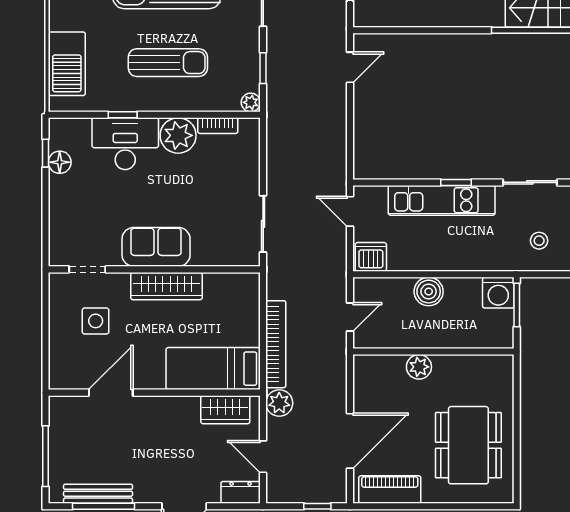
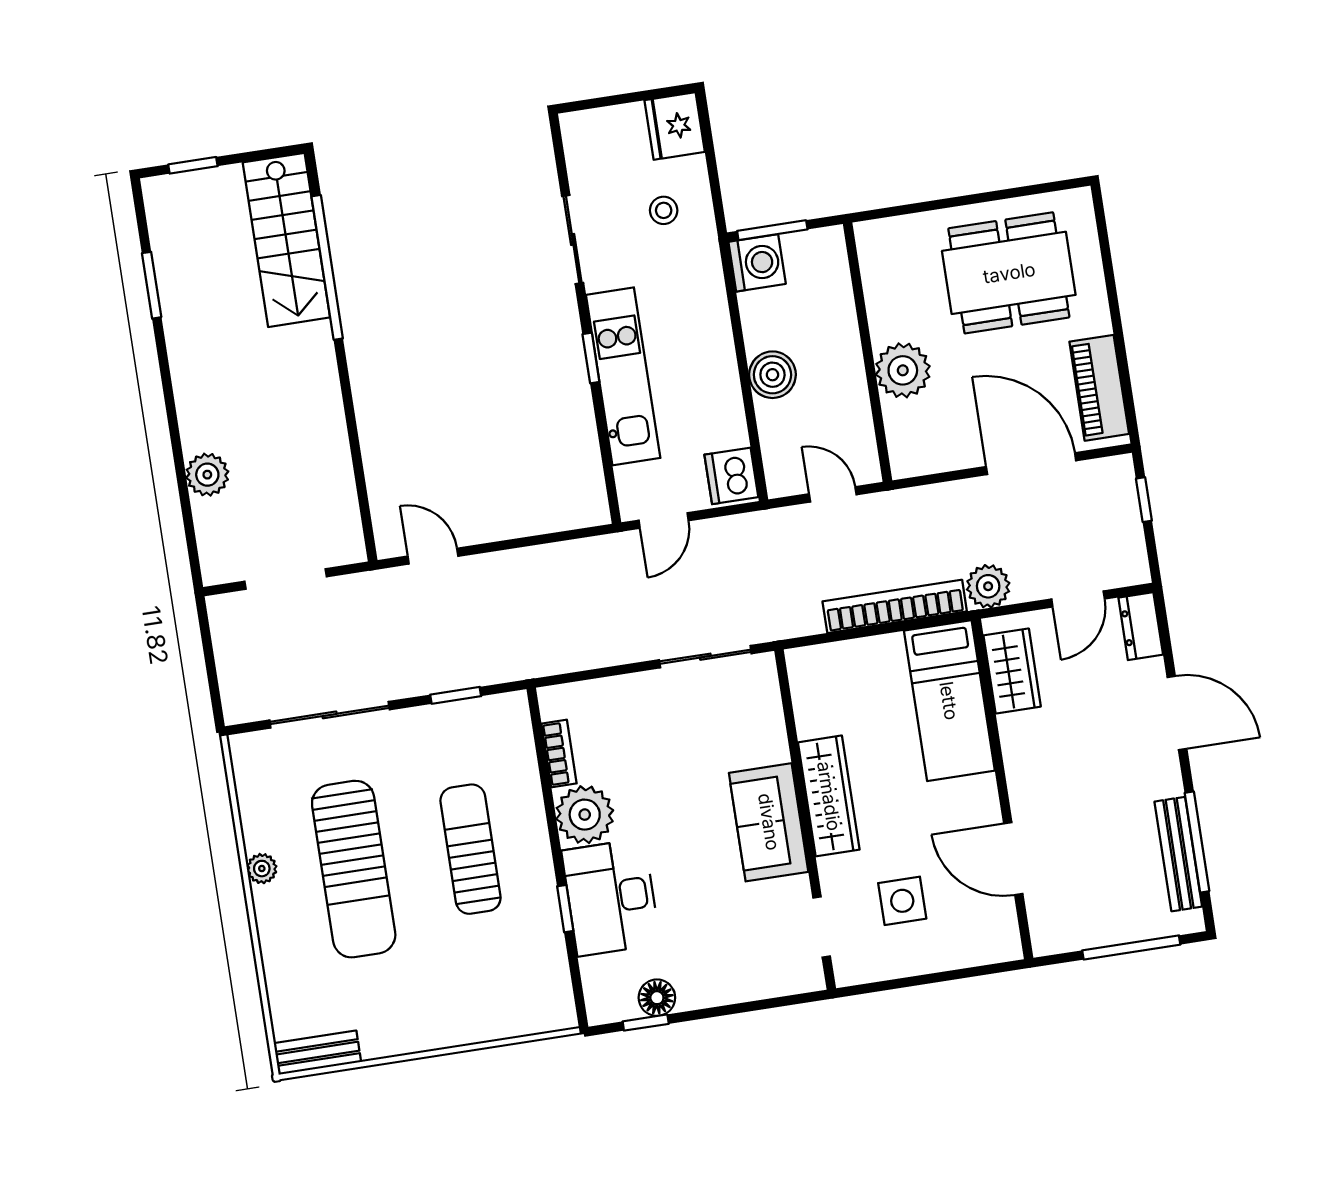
barbecue: (67, 64) -> (497, 1011), removed
plant: (251, 102) -> (514, 707), removed
plant: (419, 367) -> (903, 370), width x1.36, depth x1.36

